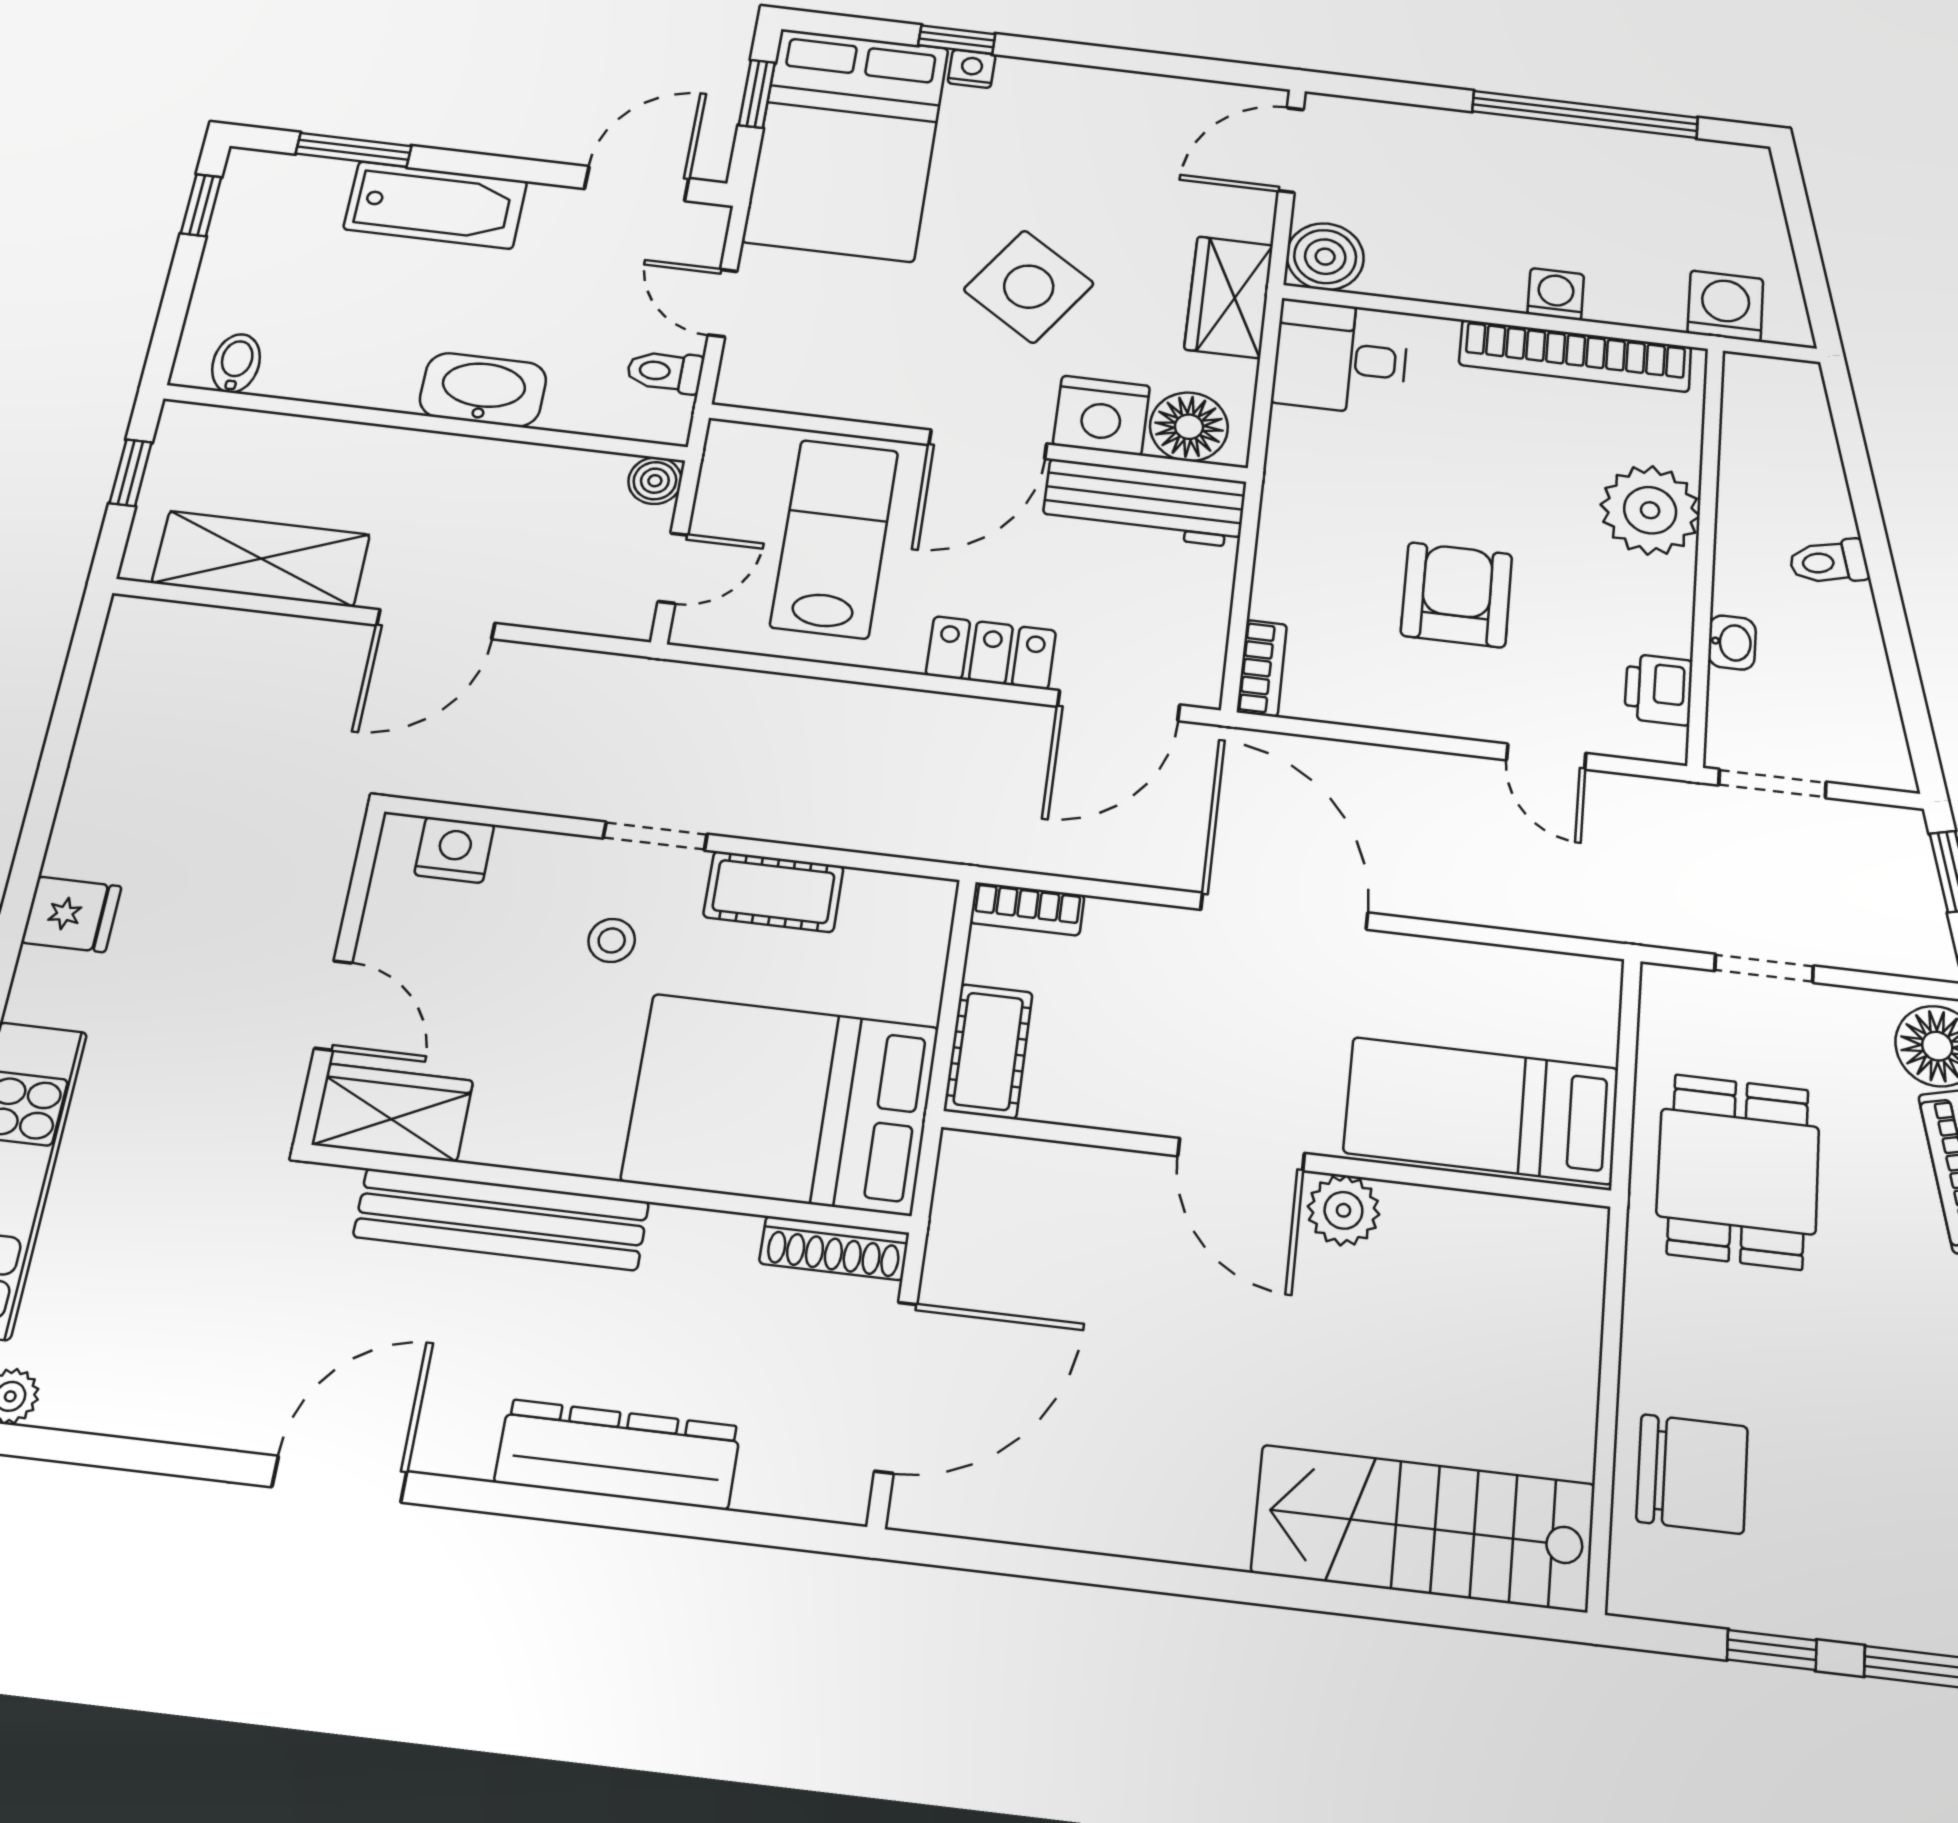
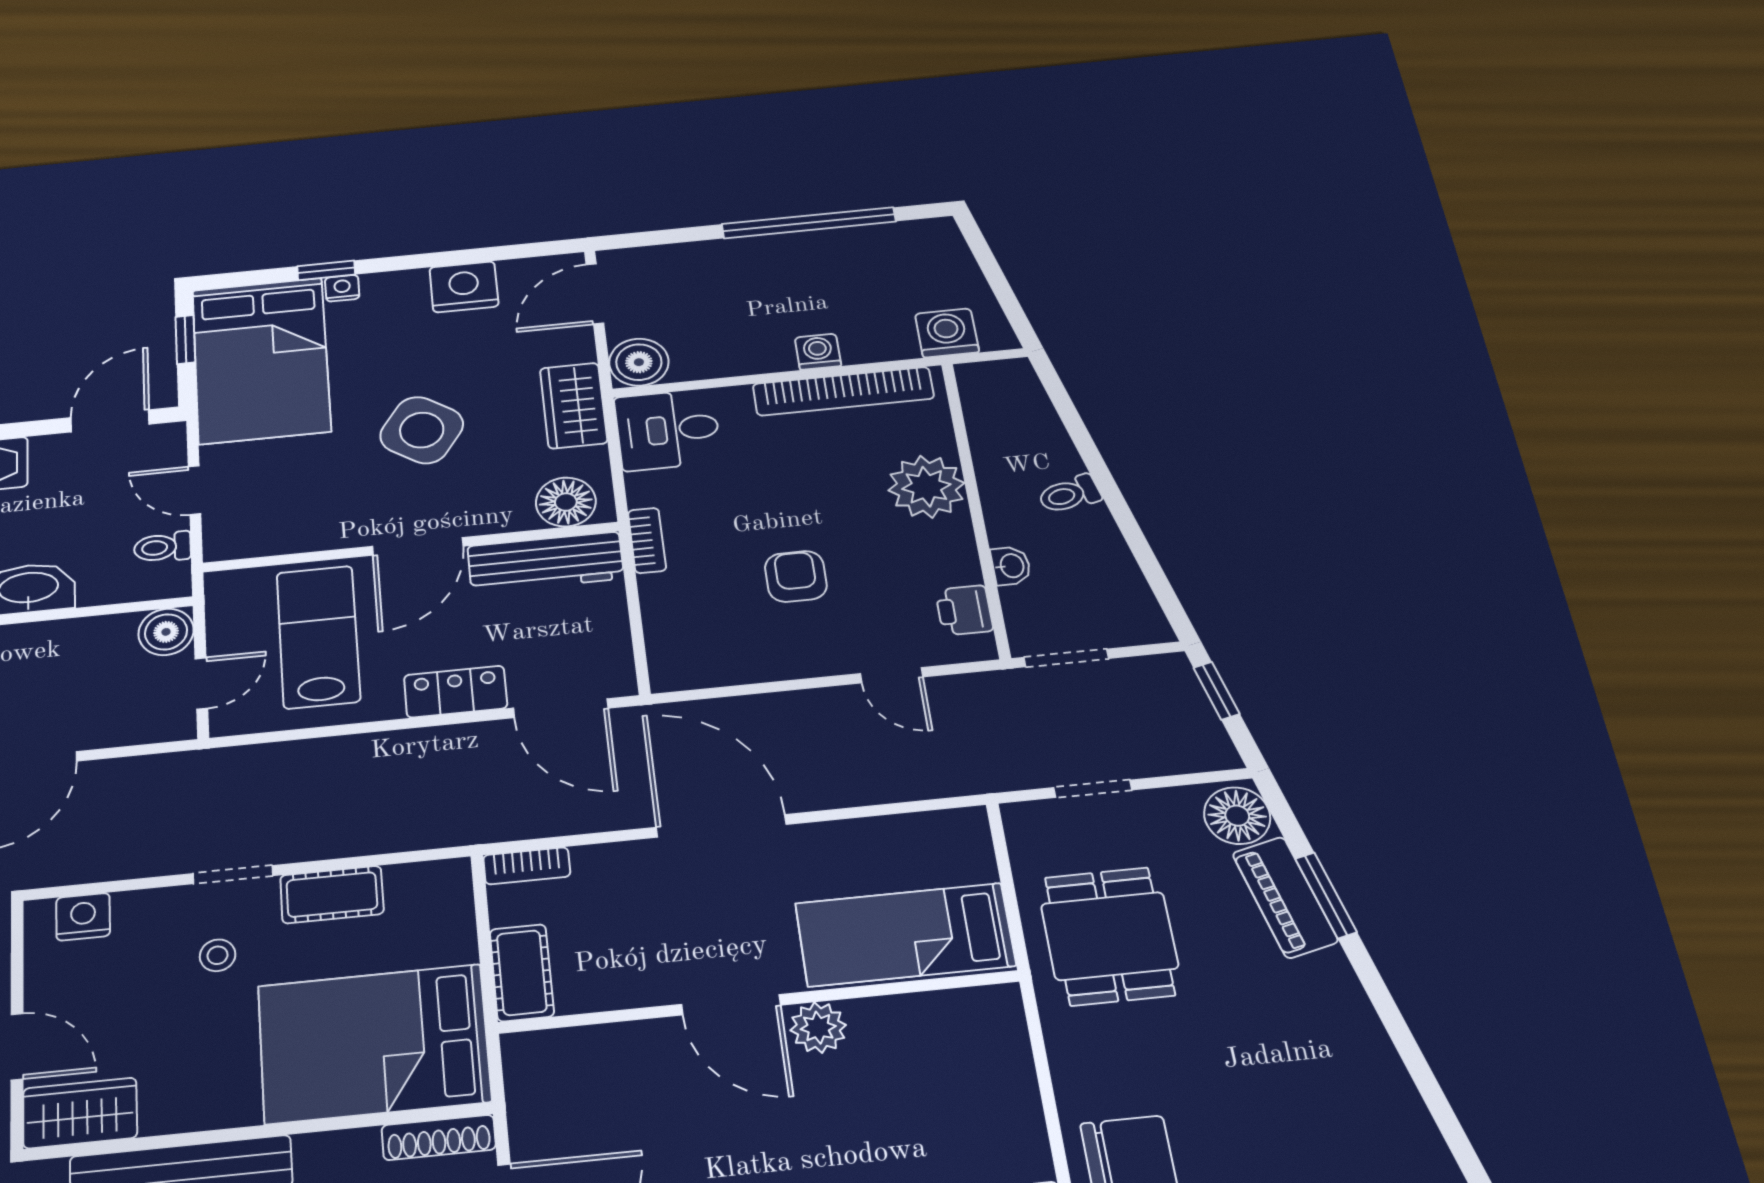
nightstand: (1102, 415) -> (464, 287), moved, turned 180
boiler: (655, 481) -> (166, 632), width x1.36, depth x1.36
armchair: (1457, 595) -> (796, 576), width x0.72, depth x0.72
bookcase: (1262, 668) -> (647, 540), moved
door: (1119, 706) -> (561, 708), hinge flipped

